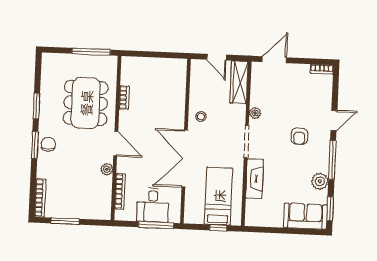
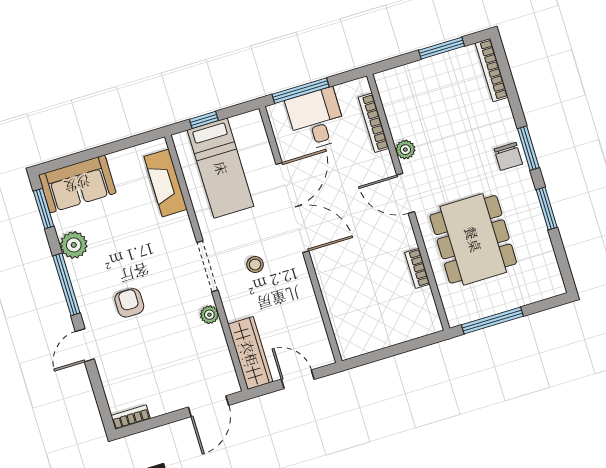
stool: (201, 117) -> (255, 265), moved
fireplace: (254, 179) -> (166, 183), moved

